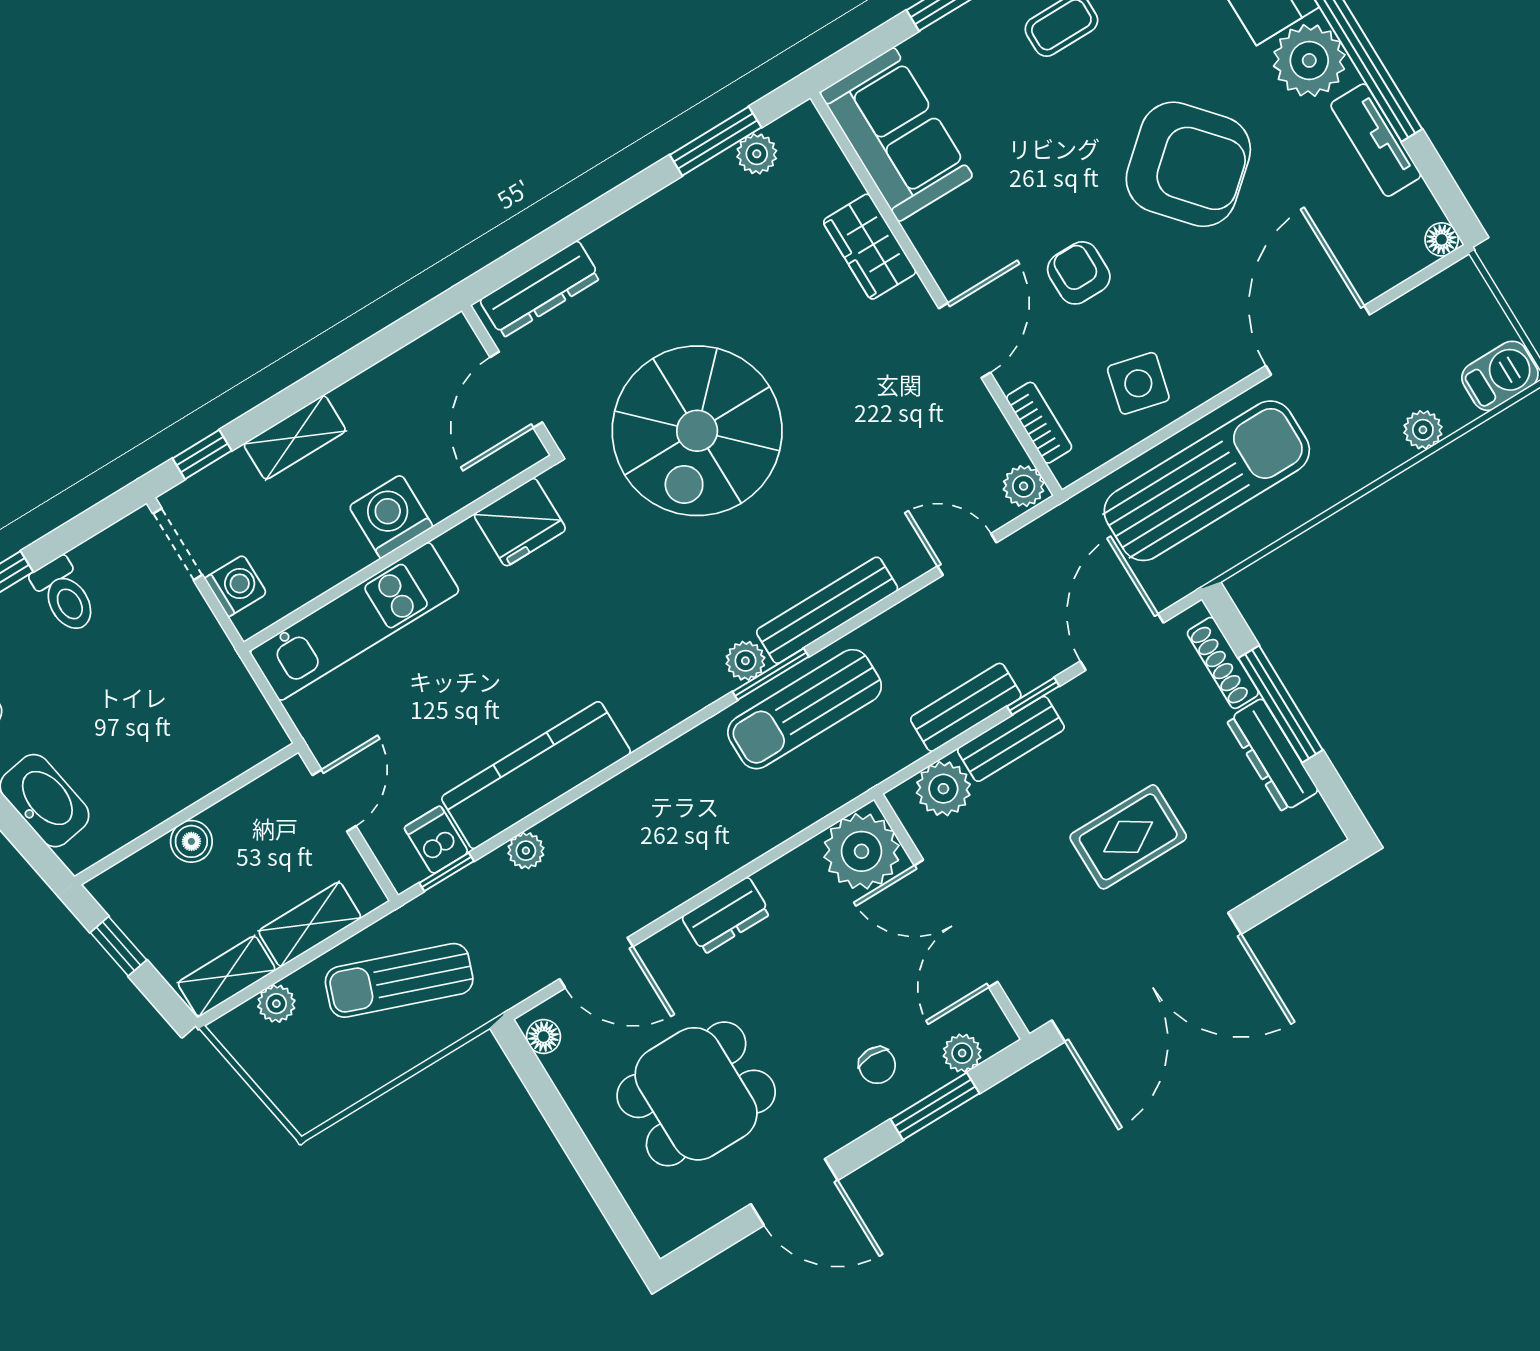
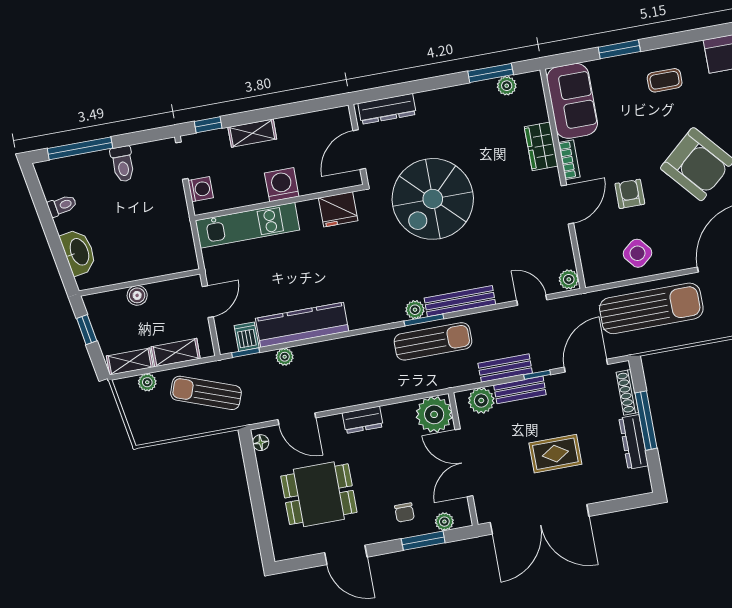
side table: (1138, 383) -> (637, 253), turned 37
bookcase: (1039, 423) -> (569, 160), moved
sun lounger: (805, 709) -> (433, 341), turned 180

